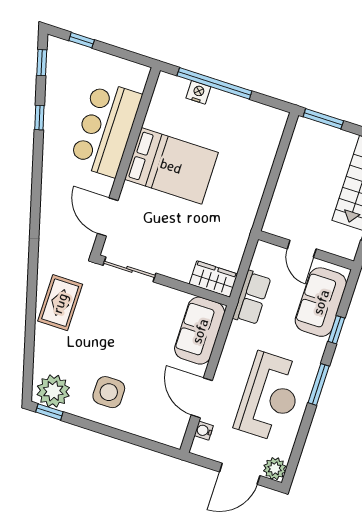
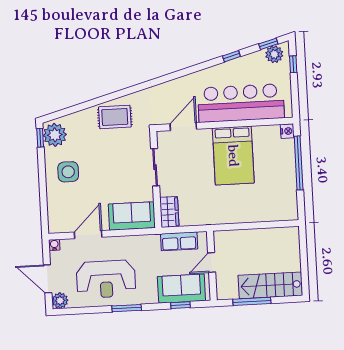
plant: (59, 60) -> (274, 54), added
nightstand: (198, 92) -> (287, 131), moved
window: (323, 119) -> (303, 244), removed
bar counter: (106, 129) -> (241, 103), width x1.36
sliding door: (129, 269) -> (155, 167), moved
row of seats: (252, 298) -> (179, 241), moved
window: (336, 330) -> (181, 305), moved
water cooler: (204, 431) -> (54, 245), moved

